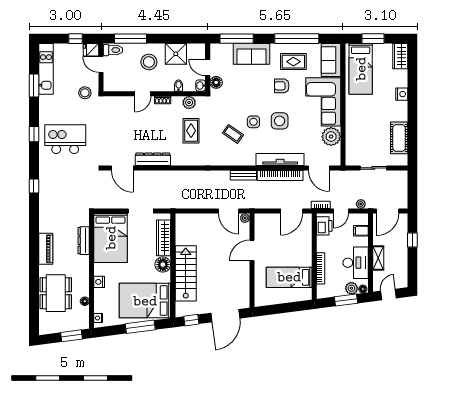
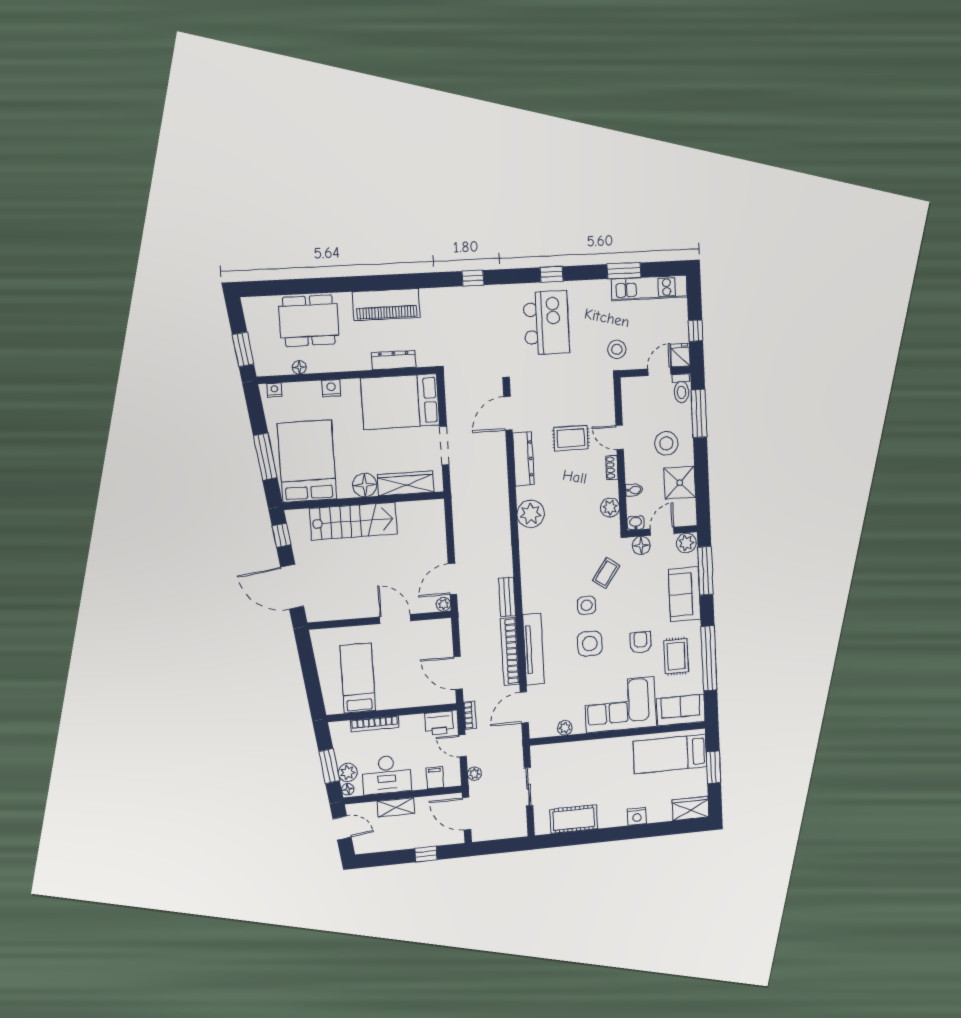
plant: (217, 51) -> (686, 543), added
rug: (191, 131) -> (571, 438), moved
coffee table: (233, 134) -> (606, 573), moved
plant: (331, 137) -> (565, 728), width x0.53, depth x0.53
plant: (189, 156) -> (531, 514), added
piano: (46, 249) -> (386, 305), width x1.37, depth x1.33

